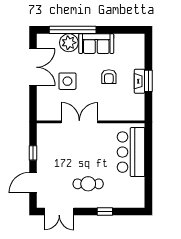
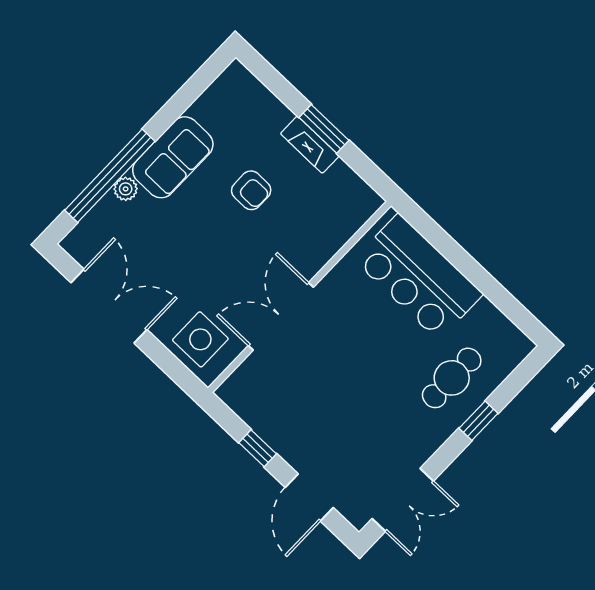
plant: (69, 43) -> (126, 189), width x0.53, depth x0.53
side table: (67, 81) -> (200, 339), moved
cafe table: (88, 184) -> (452, 378), moved

